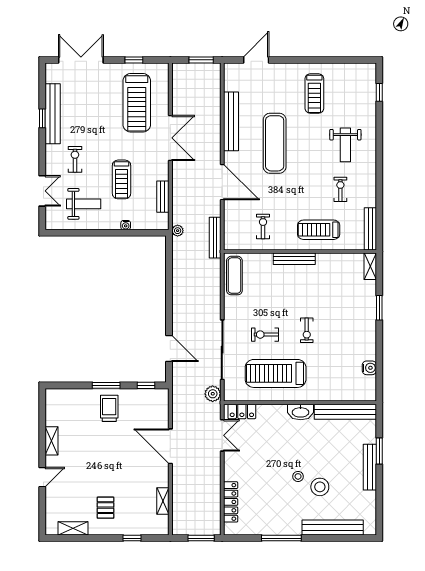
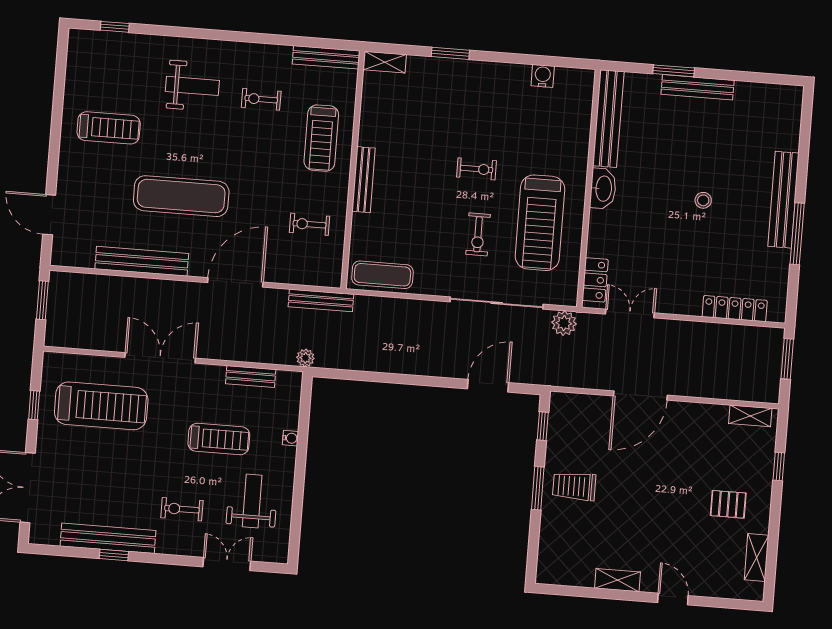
stool: (320, 487) -> (722, 168), removed
shelving: (163, 501) -> (750, 416), moved
bench: (333, 528) -> (783, 200), moved

